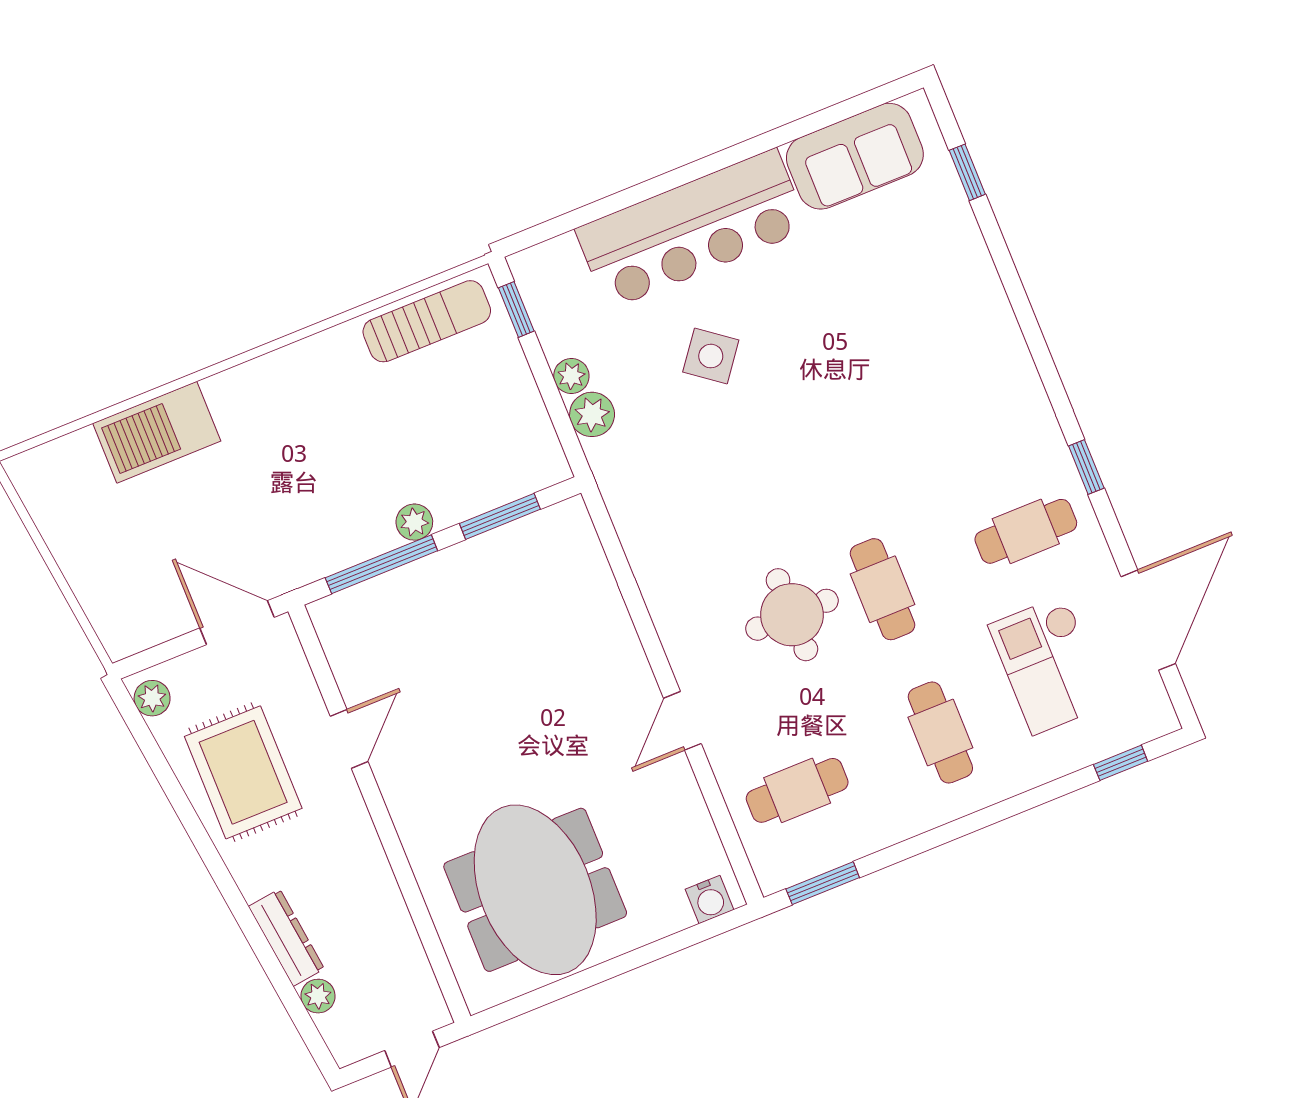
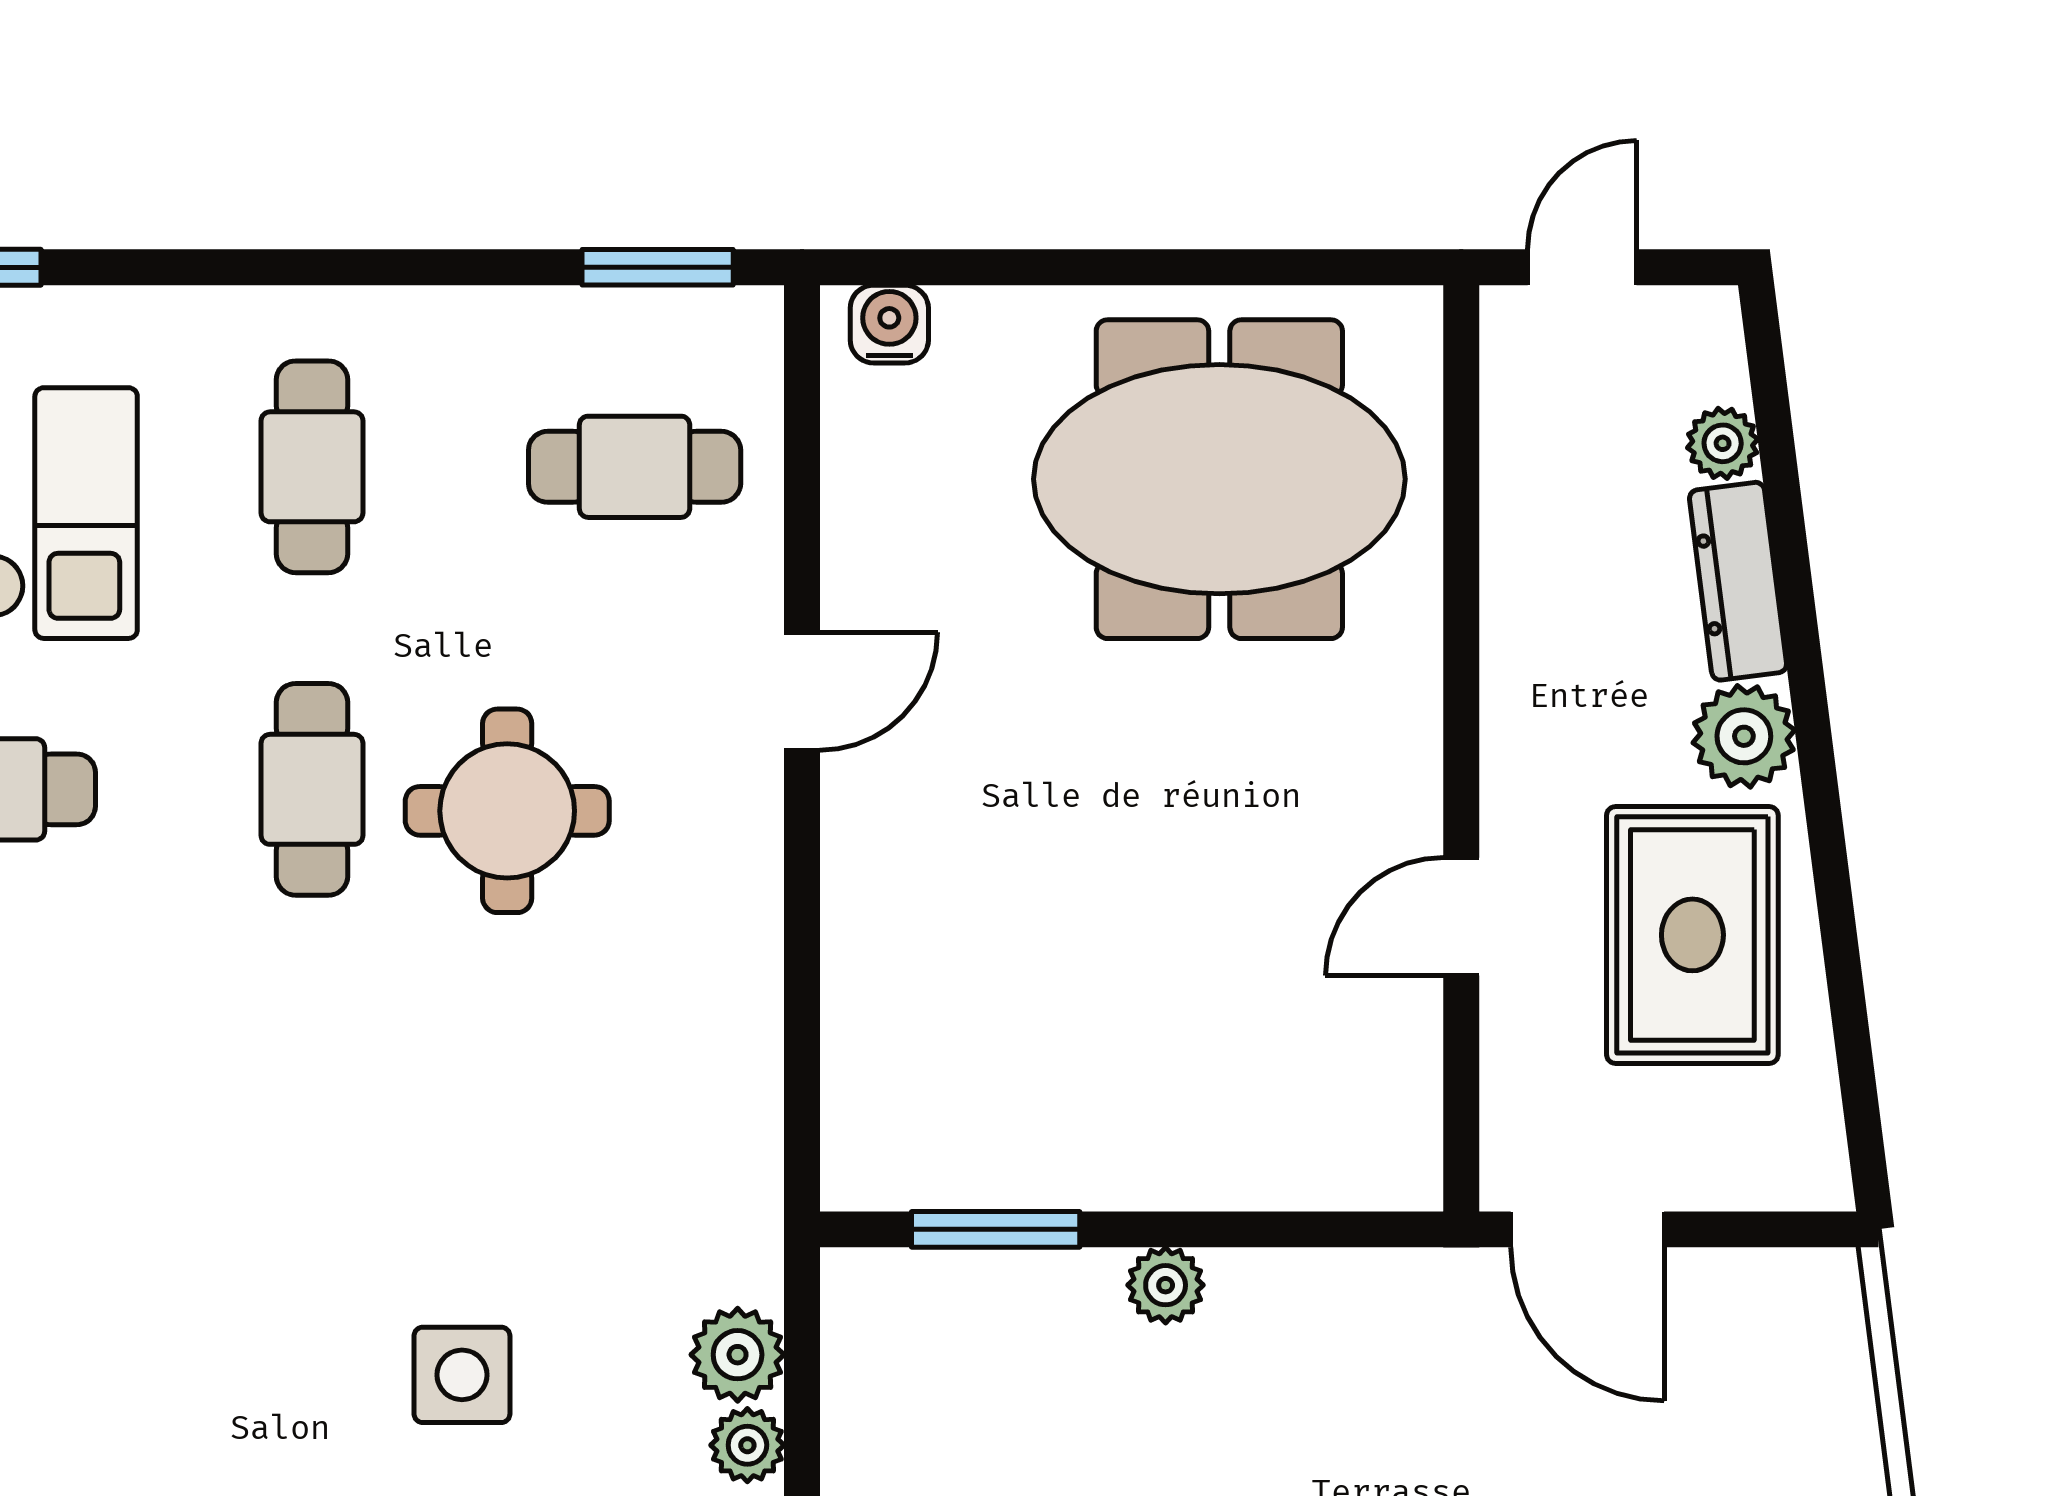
side table: (711, 356) -> (462, 1375), turned -37
window: (381, 564) -> (1262, 1229), removed
plant: (152, 698) -> (1744, 736), moved, width x1.38, depth x1.38
meeting table: (535, 890) -> (1219, 479), turned 90

